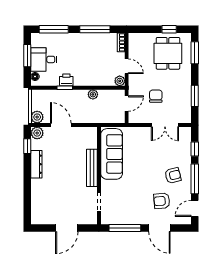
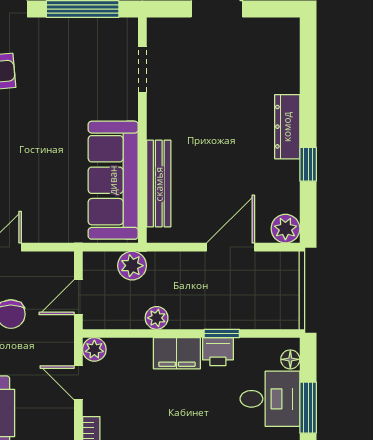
filing cabinet: (84, 79) -> (177, 353), added
plant: (37, 117) -> (132, 266), moved
door: (61, 125) -> (231, 247), swing flipped
window: (27, 146) -> (308, 164), moved
dresser: (36, 164) -> (287, 127), moved
bench: (92, 168) -> (159, 184), moved

